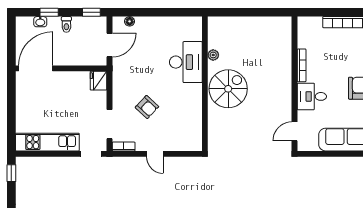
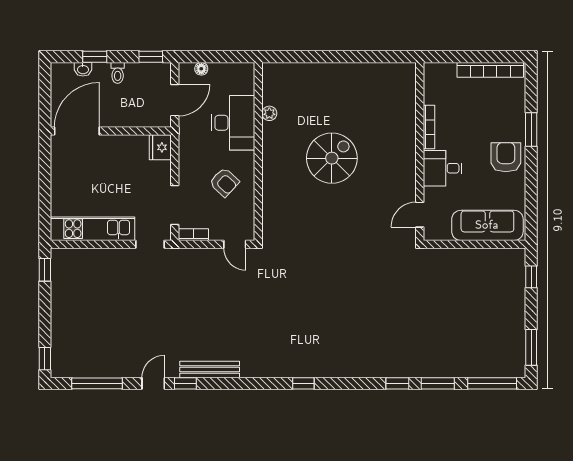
plant: (213, 55) -> (269, 113), moved
desk: (186, 62) -> (233, 123), moved
wall: (205, 84) -> (258, 151), moved

